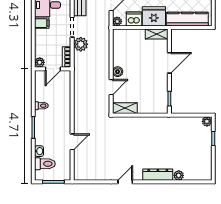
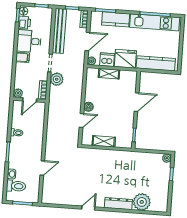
shelving: (157, 34) -> (109, 74), moved
shelving: (125, 108) -> (104, 141), moved
plant: (179, 175) -> (142, 202), width x1.88, depth x1.88

